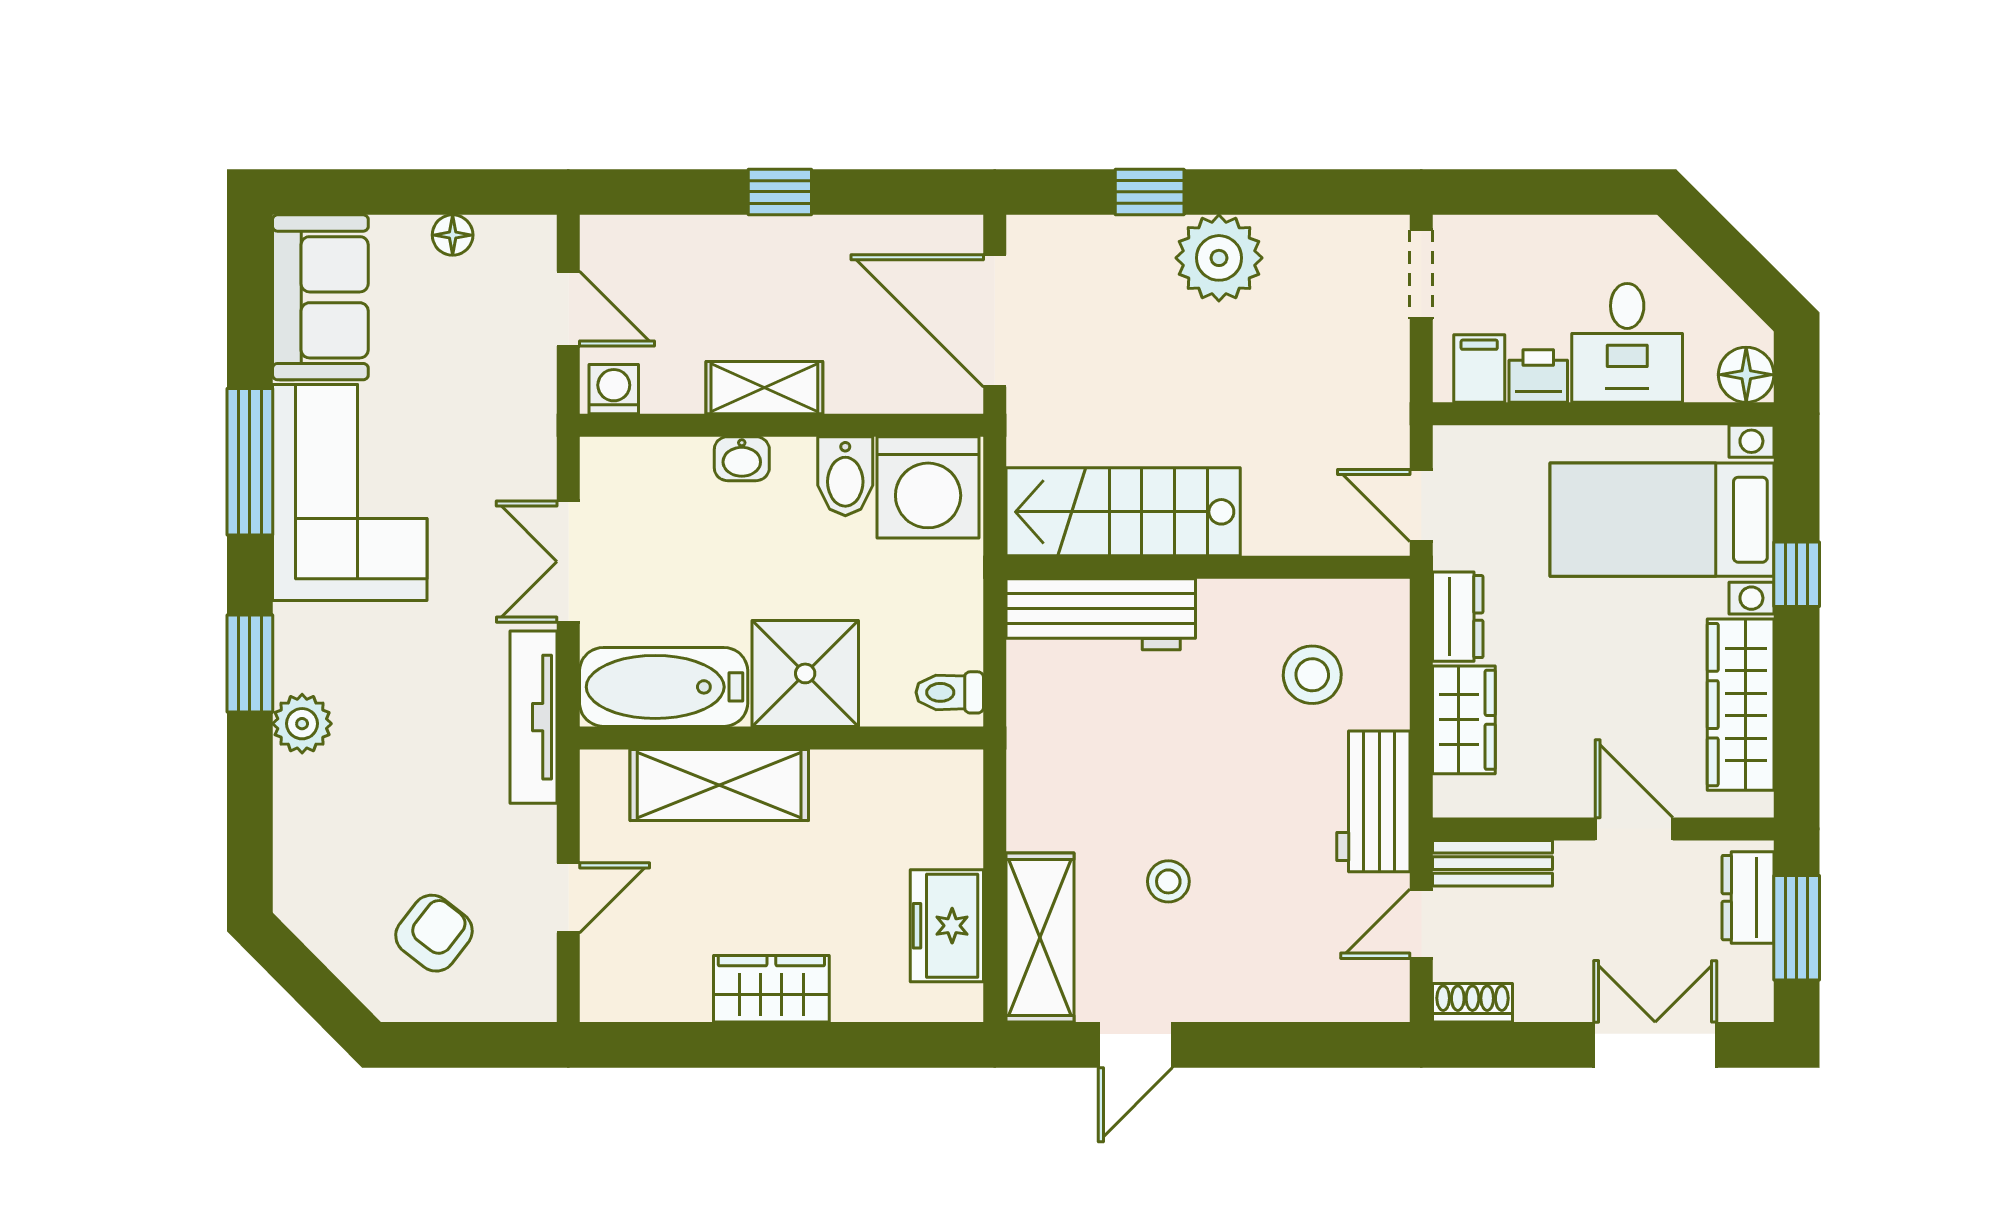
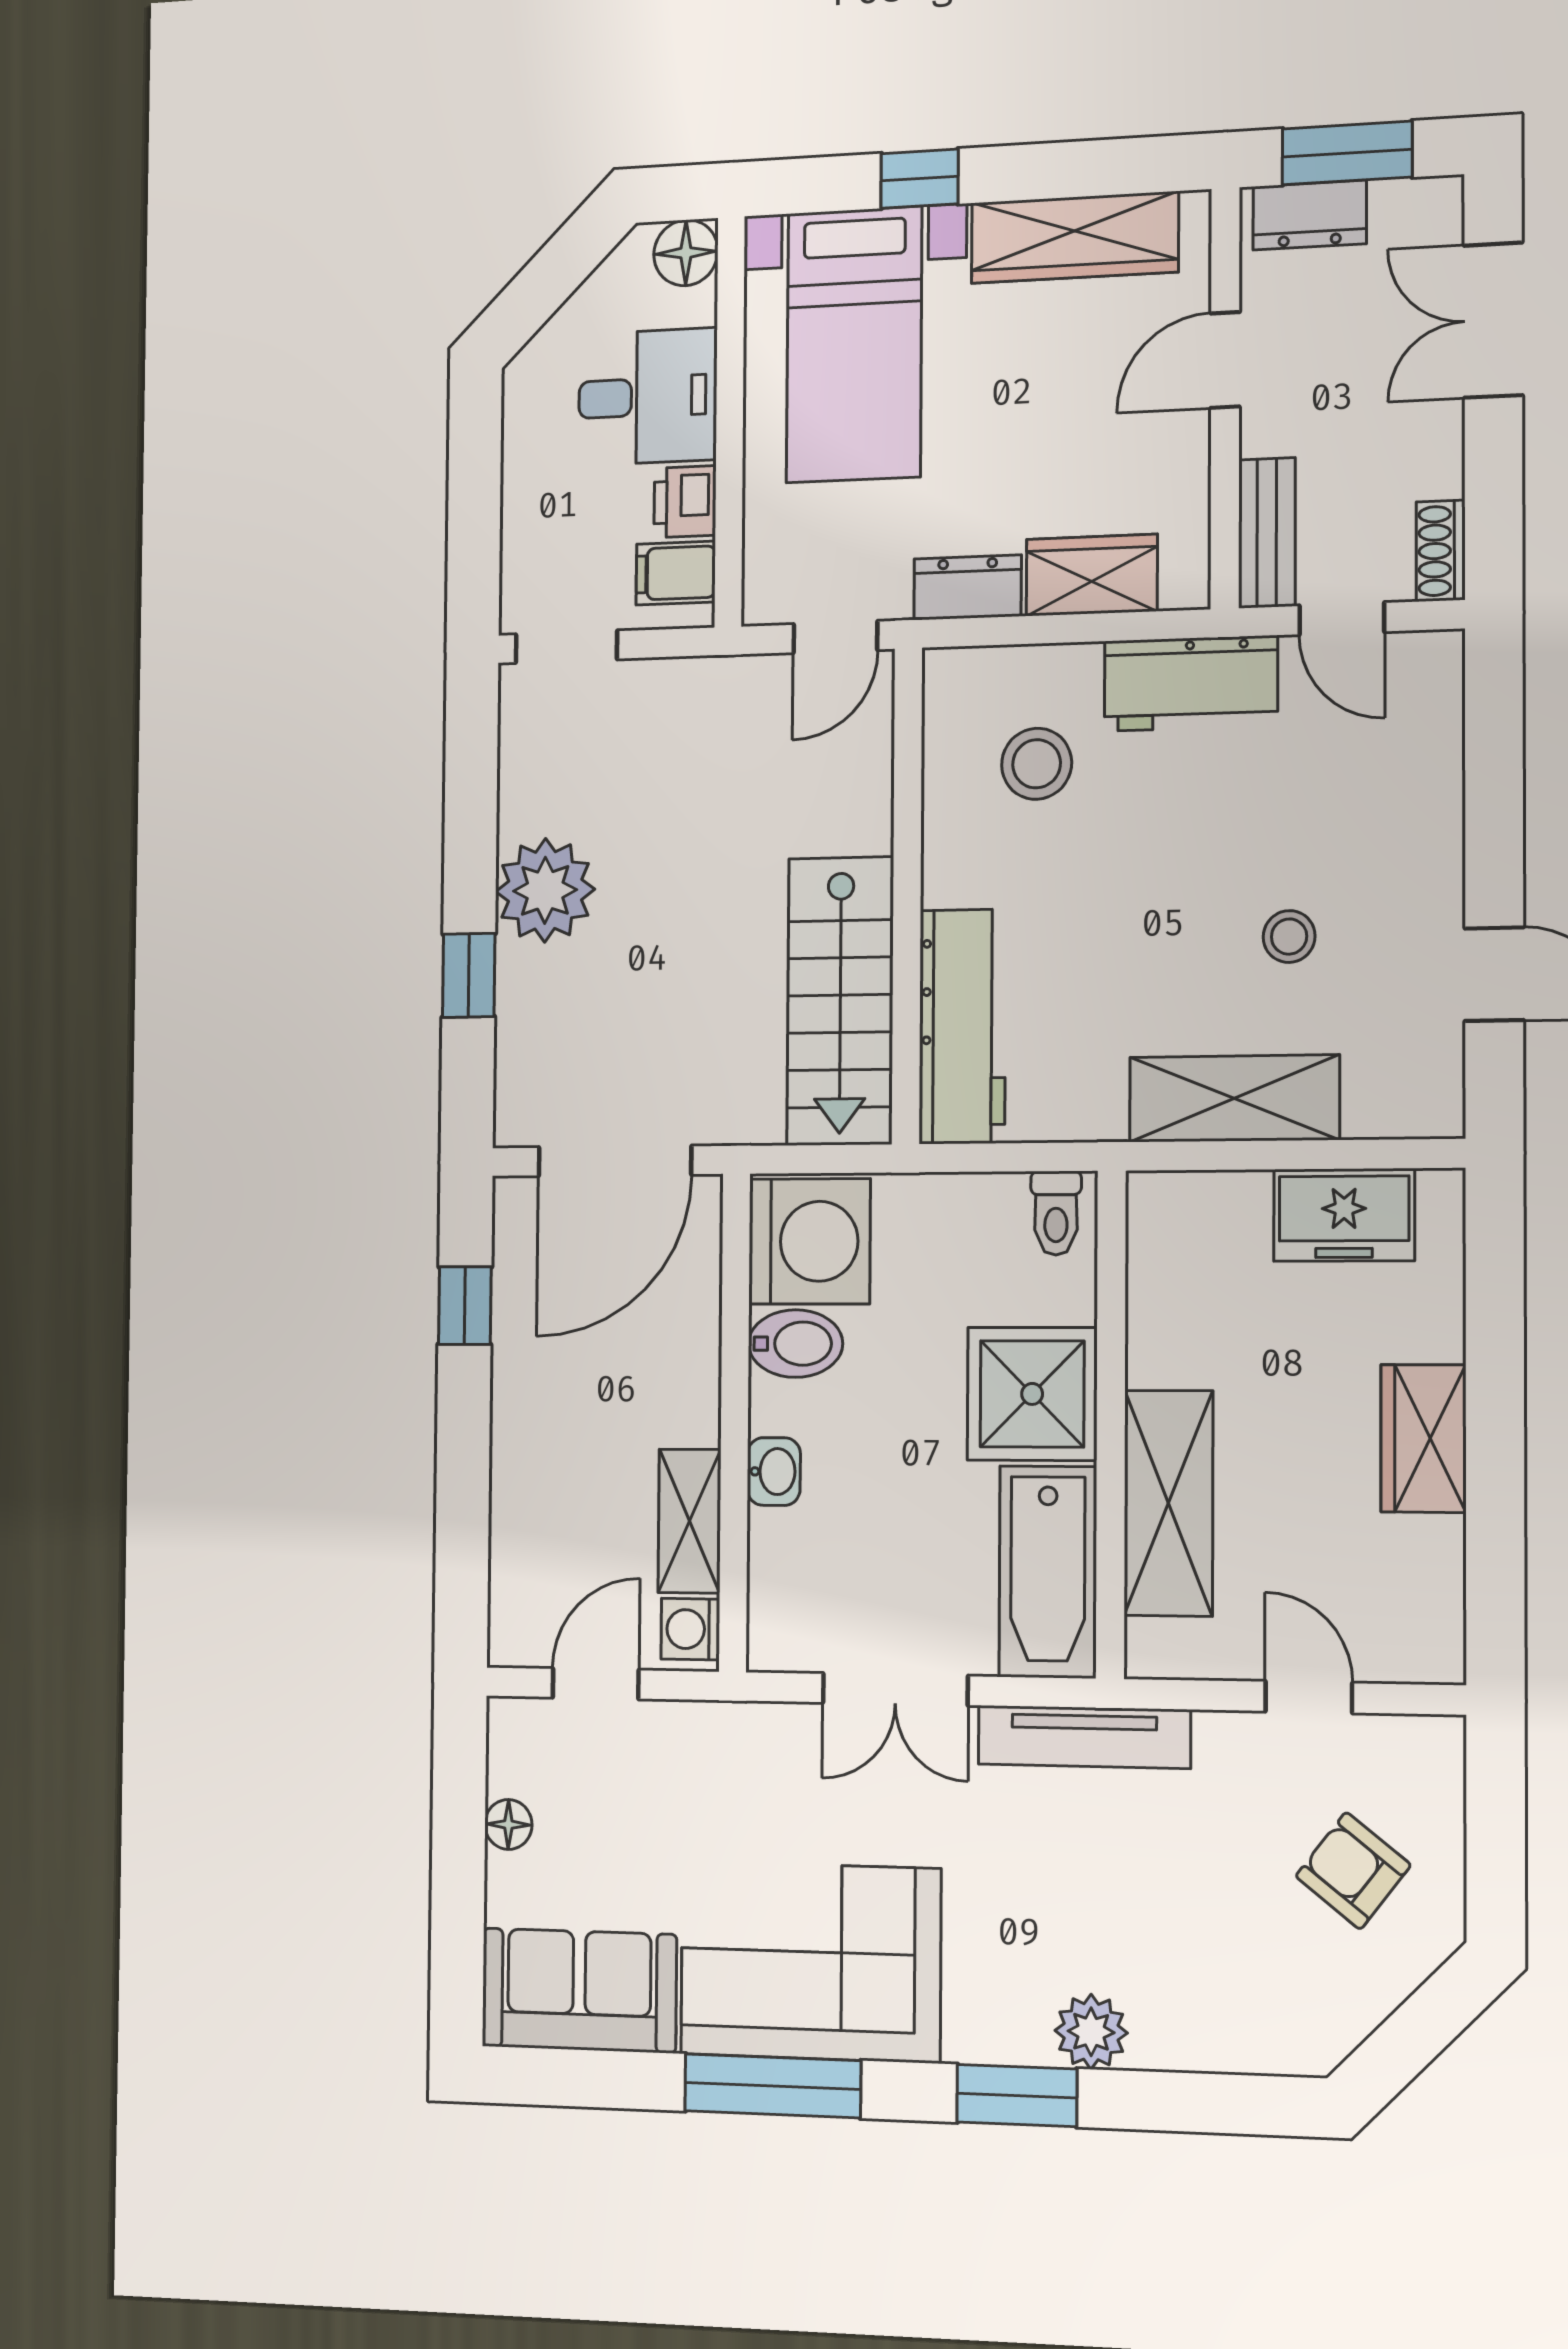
window: (780, 192) -> (465, 1306), moved
shelving: (764, 388) -> (689, 1521), moved
shelving: (1040, 938) -> (1234, 1098), moved

